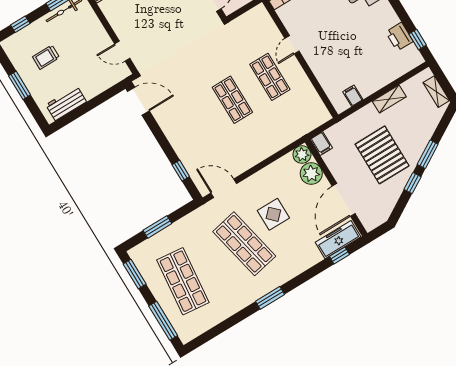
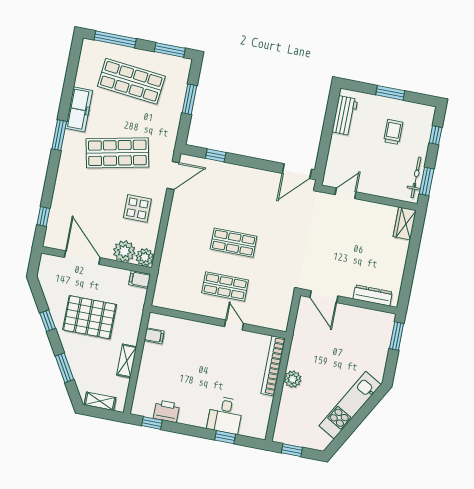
window: (428, 154) -> (65, 368), moved
display table: (273, 214) -> (137, 208), moved
freezer: (338, 240) -> (79, 109), moved

